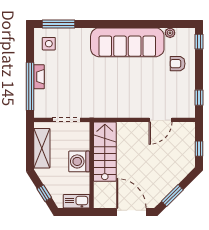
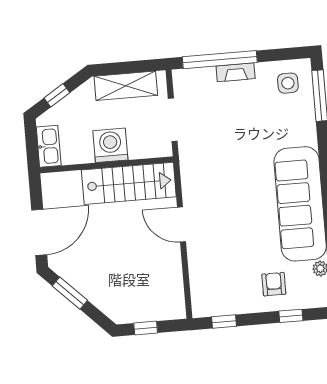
window: (199, 42) -> (291, 316), moved
door: (160, 120) -> (182, 224), moved

